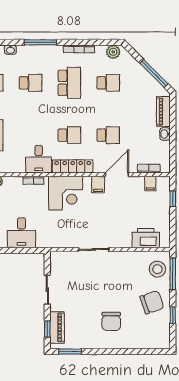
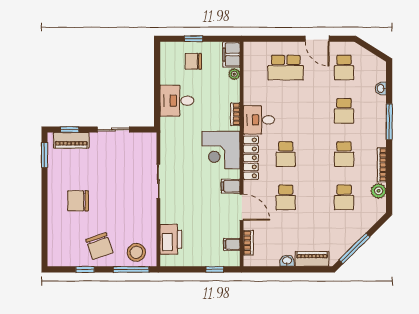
plant: (113, 52) -> (379, 191), moved
school desk: (69, 83) -> (344, 154), width x0.54

